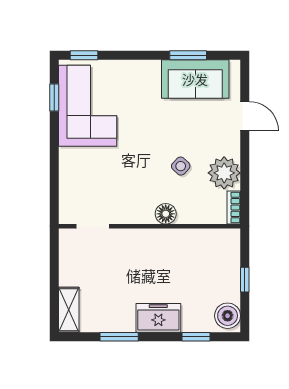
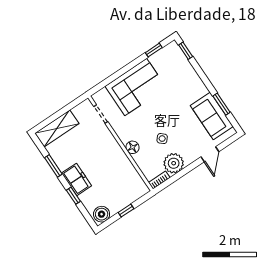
corner sofa: (88, 106) -> (136, 87), moved
shelving: (69, 310) -> (57, 128), width x1.50, depth x1.33
window: (196, 337) -> (73, 196), moved

